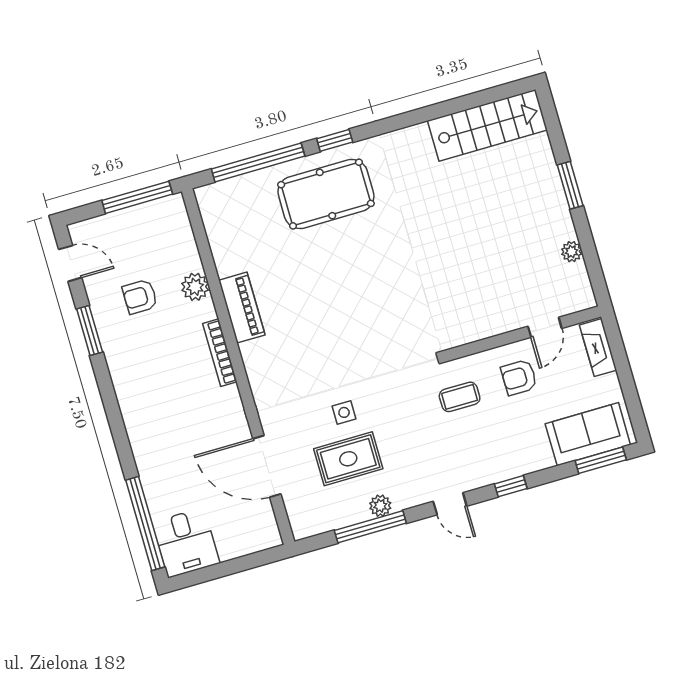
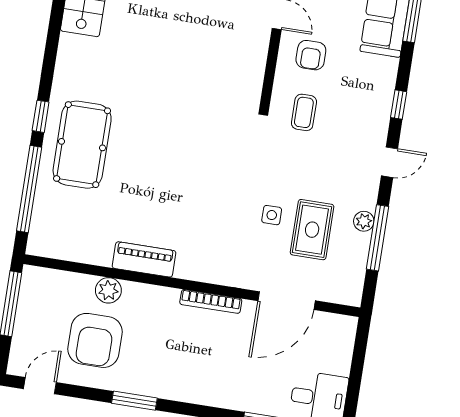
armchair: (140, 297) -> (95, 340), width x1.88, depth x1.88
window: (90, 331) -> (134, 401), moved
bookcase: (220, 353) -> (211, 301), moved

